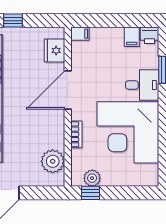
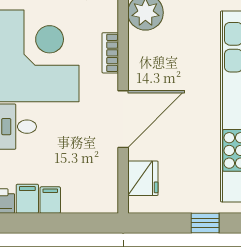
filing cabinet: (80, 34) -> (50, 200), moved, turned 90

